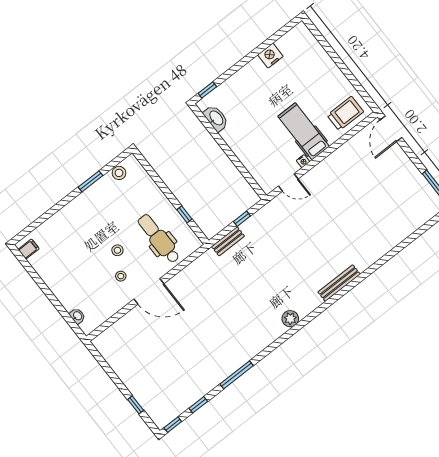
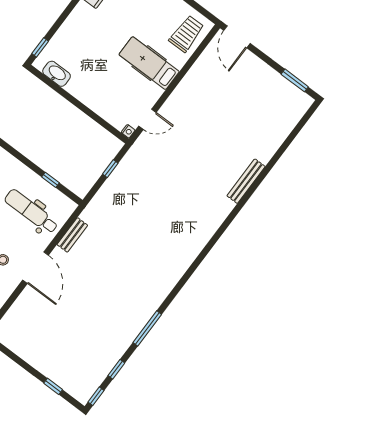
nightstand: (303, 161) -> (128, 131), moved
bench: (228, 241) -> (72, 235), moved
bench: (339, 283) -> (246, 181), moved
door: (149, 291) -> (36, 268), hinge flipped
plant: (290, 319) -> (186, 257), removed

